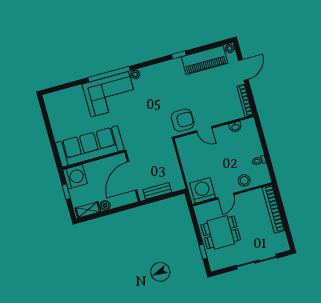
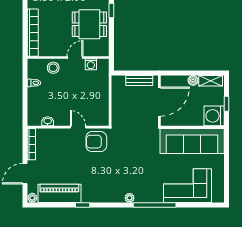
corner sofa: (110, 94) -> (188, 186), moved
washing machine: (203, 190) -> (91, 64), width x0.53, depth x0.53

